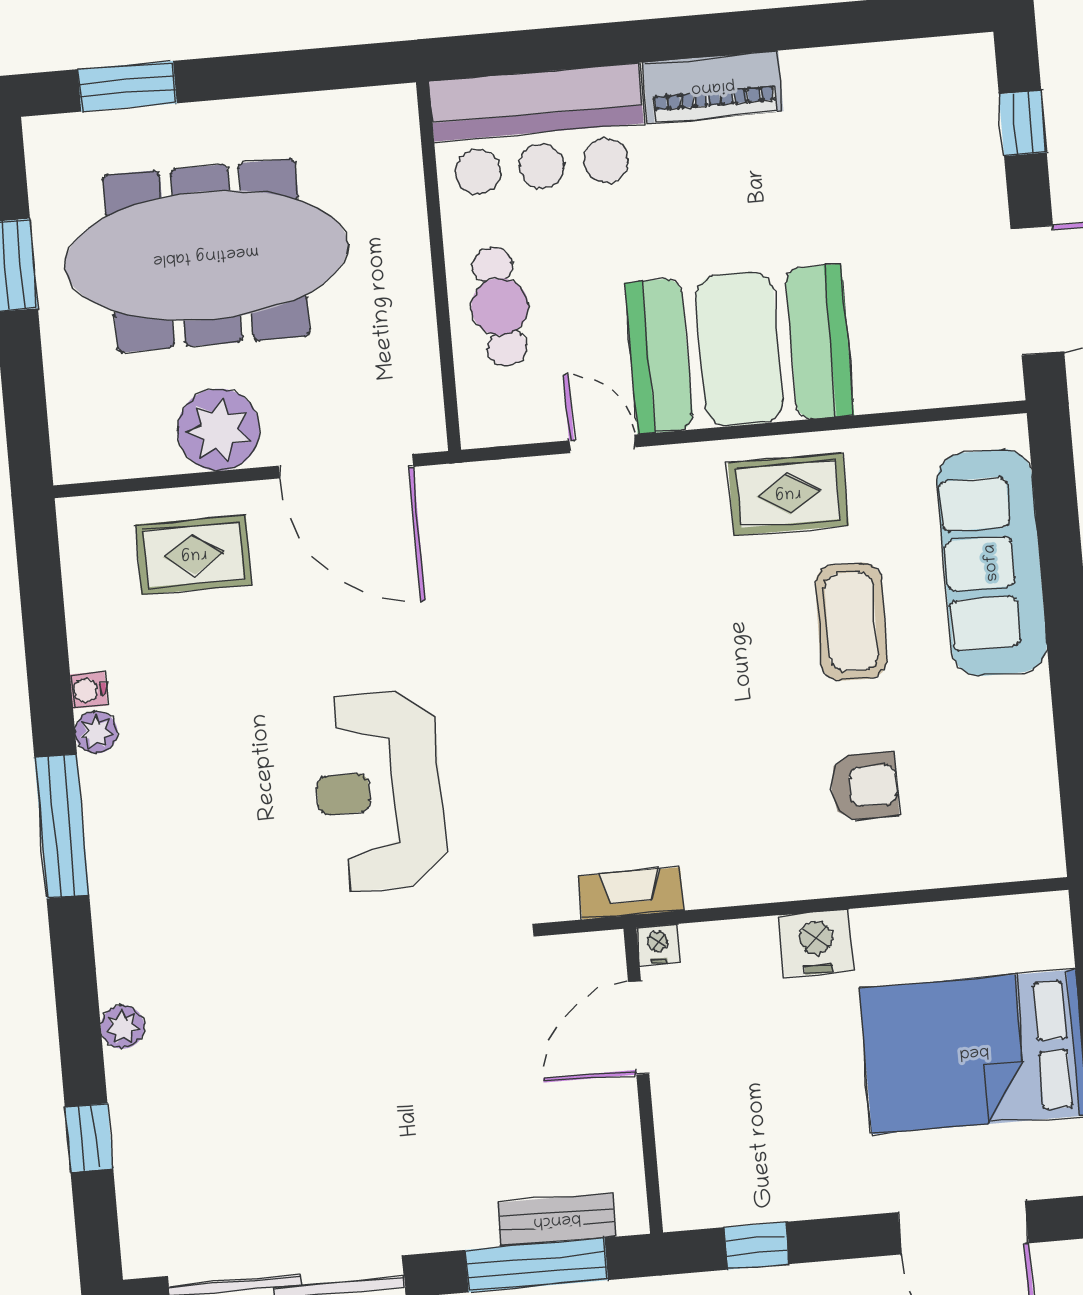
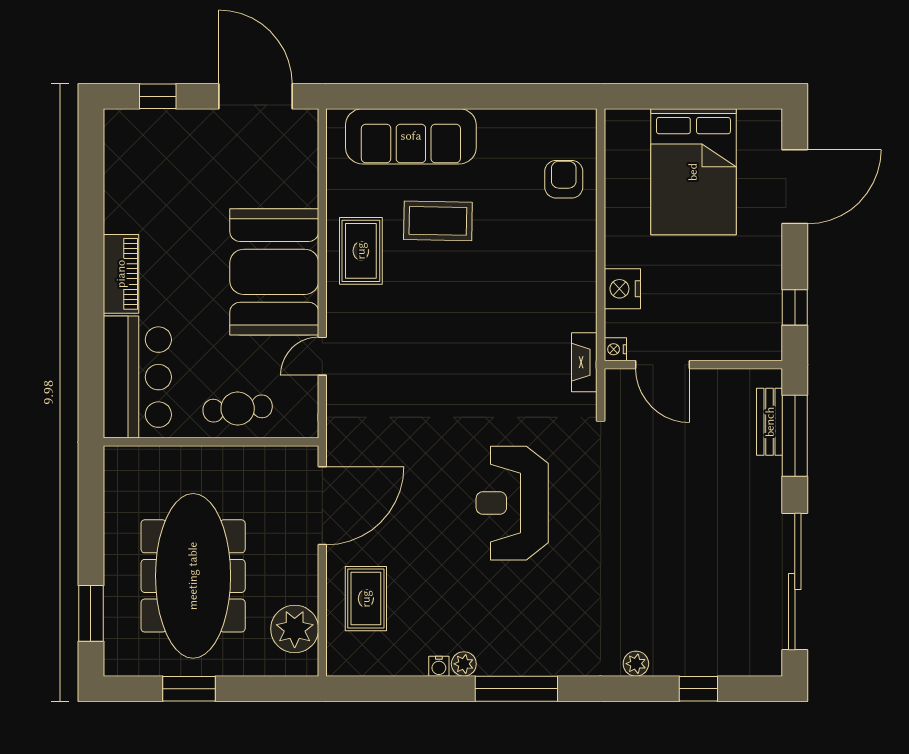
plant: (219, 430) -> (295, 629), moved
armchair: (864, 786) -> (564, 179), moved
reception desk: (379, 791) -> (512, 503), turned 90
nightstand: (816, 943) -> (622, 289), moved

